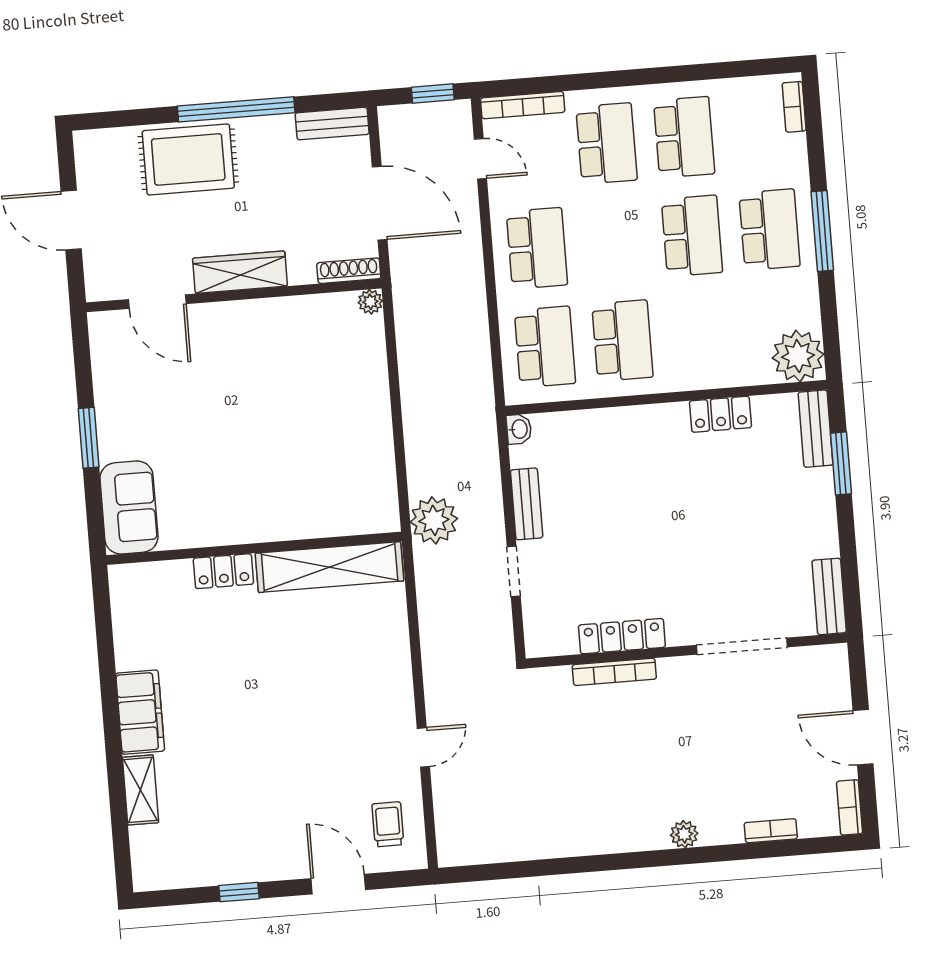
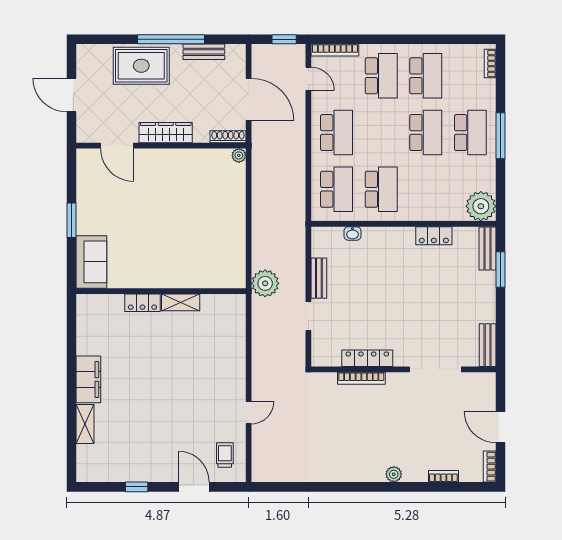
bench: (332, 124) -> (204, 52), moved
washbasin: (519, 429) -> (352, 233), moved, turned 90
shelving: (330, 567) -> (181, 302), width x0.45, depth x0.75

